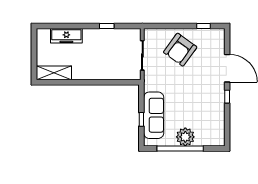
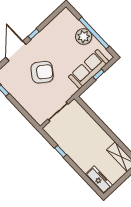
freezer: (66, 36) -> (99, 180), moved
armchair: (180, 50) -> (42, 72), moved

